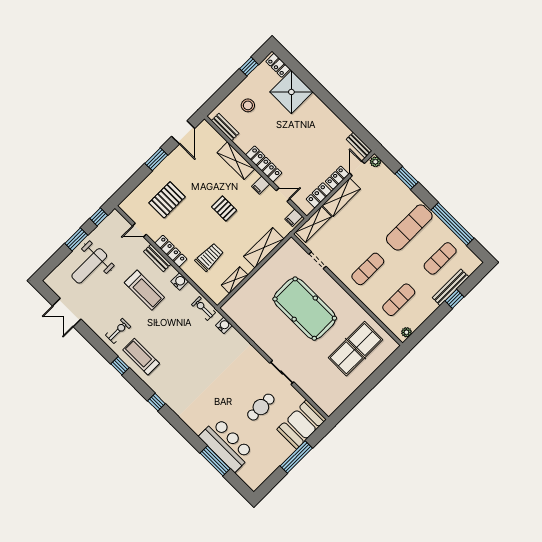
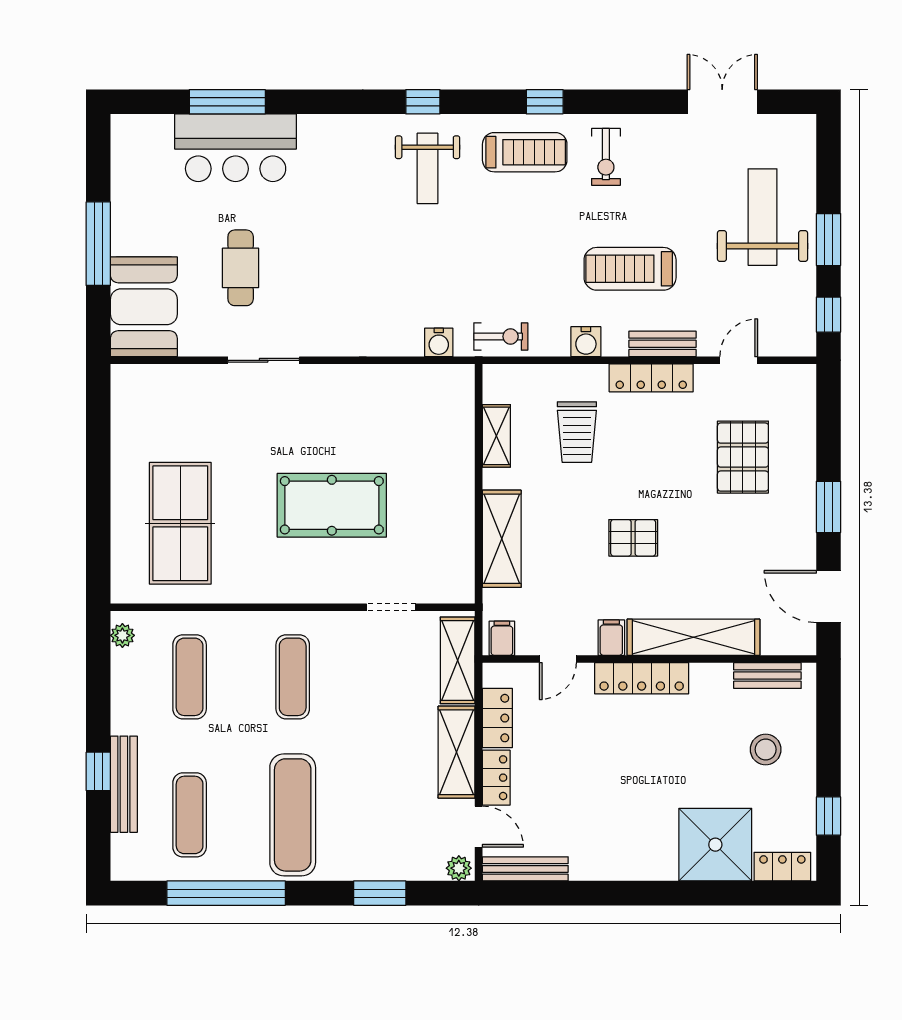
bench: (359, 145) -> (525, 869), width x1.36
shelving: (236, 161) -> (693, 637), width x1.47
pool table: (305, 309) -> (332, 505), width x0.73, depth x0.76
weight bench: (175, 381) -> (428, 168), added

